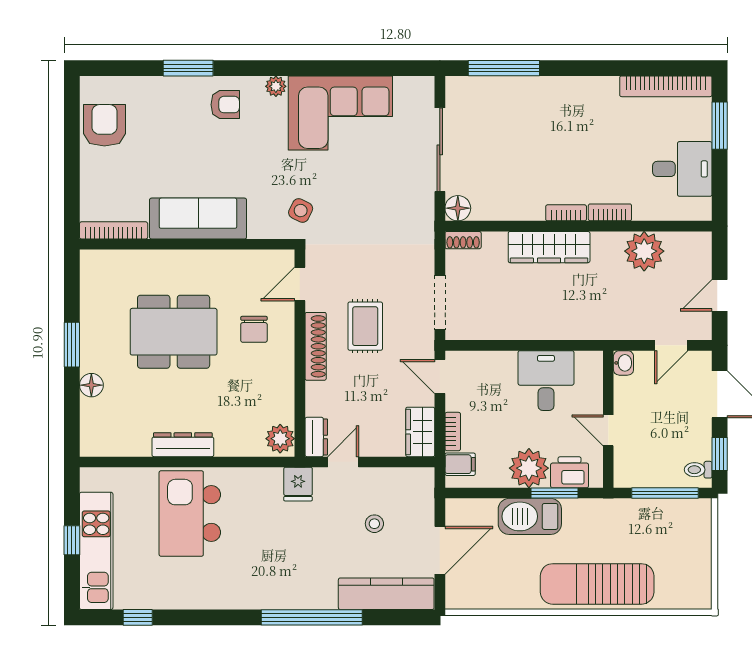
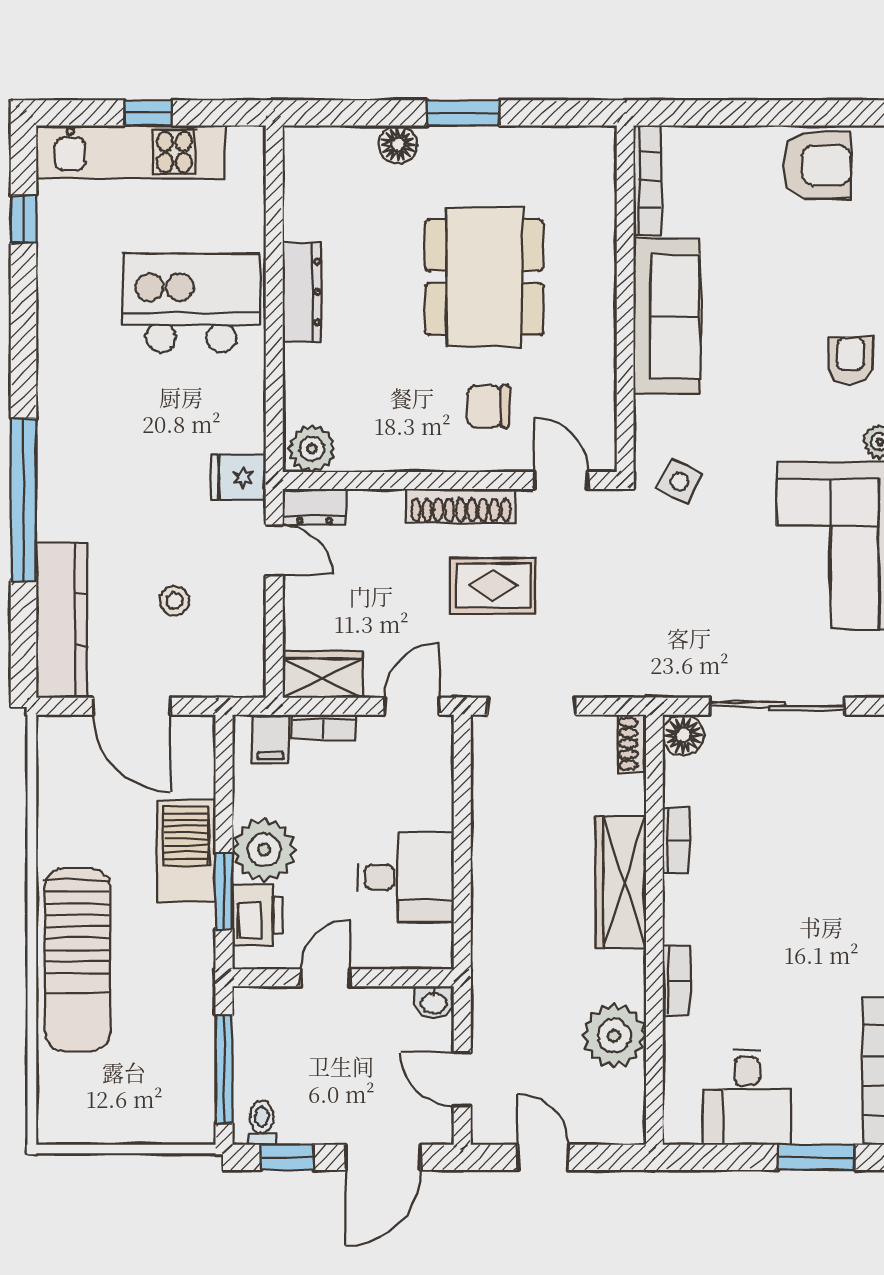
armchair: (225, 105) -> (850, 360), turned 180
bookcase: (566, 213) -> (676, 840), moved
sun lounger: (597, 584) -> (77, 960), turned 180

